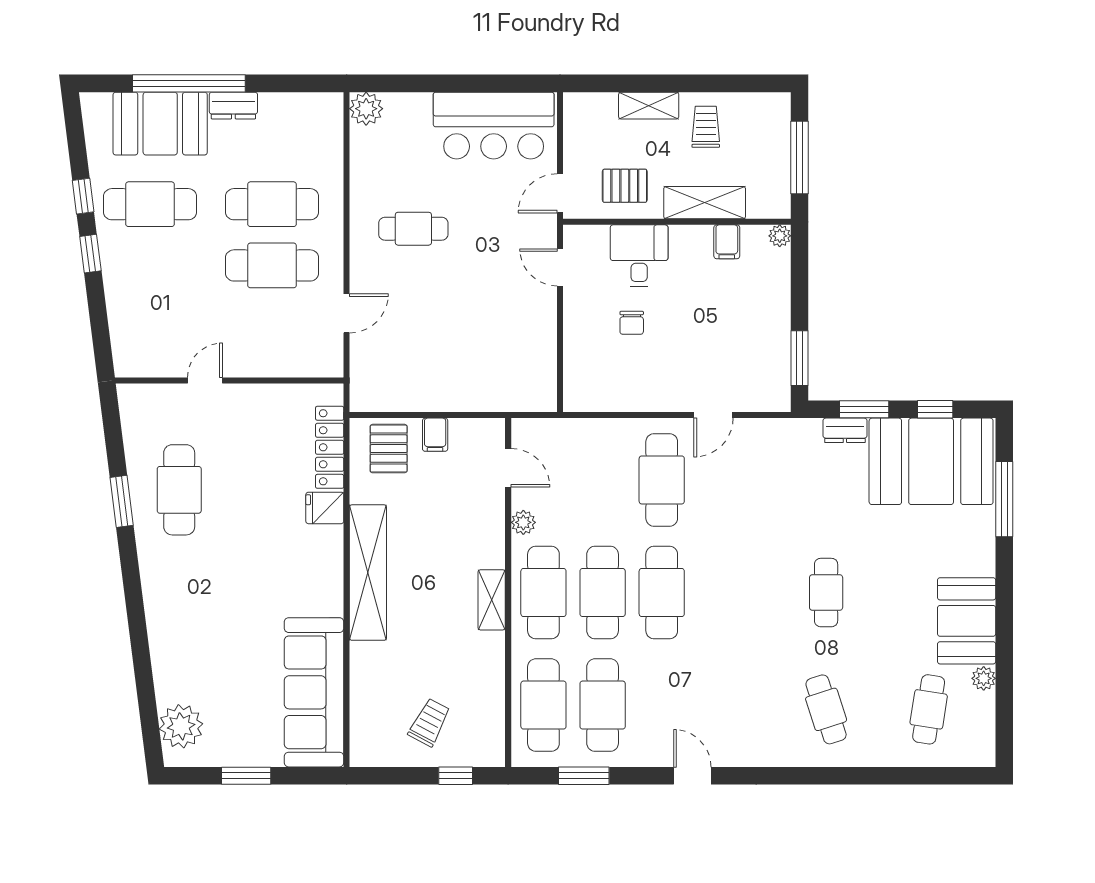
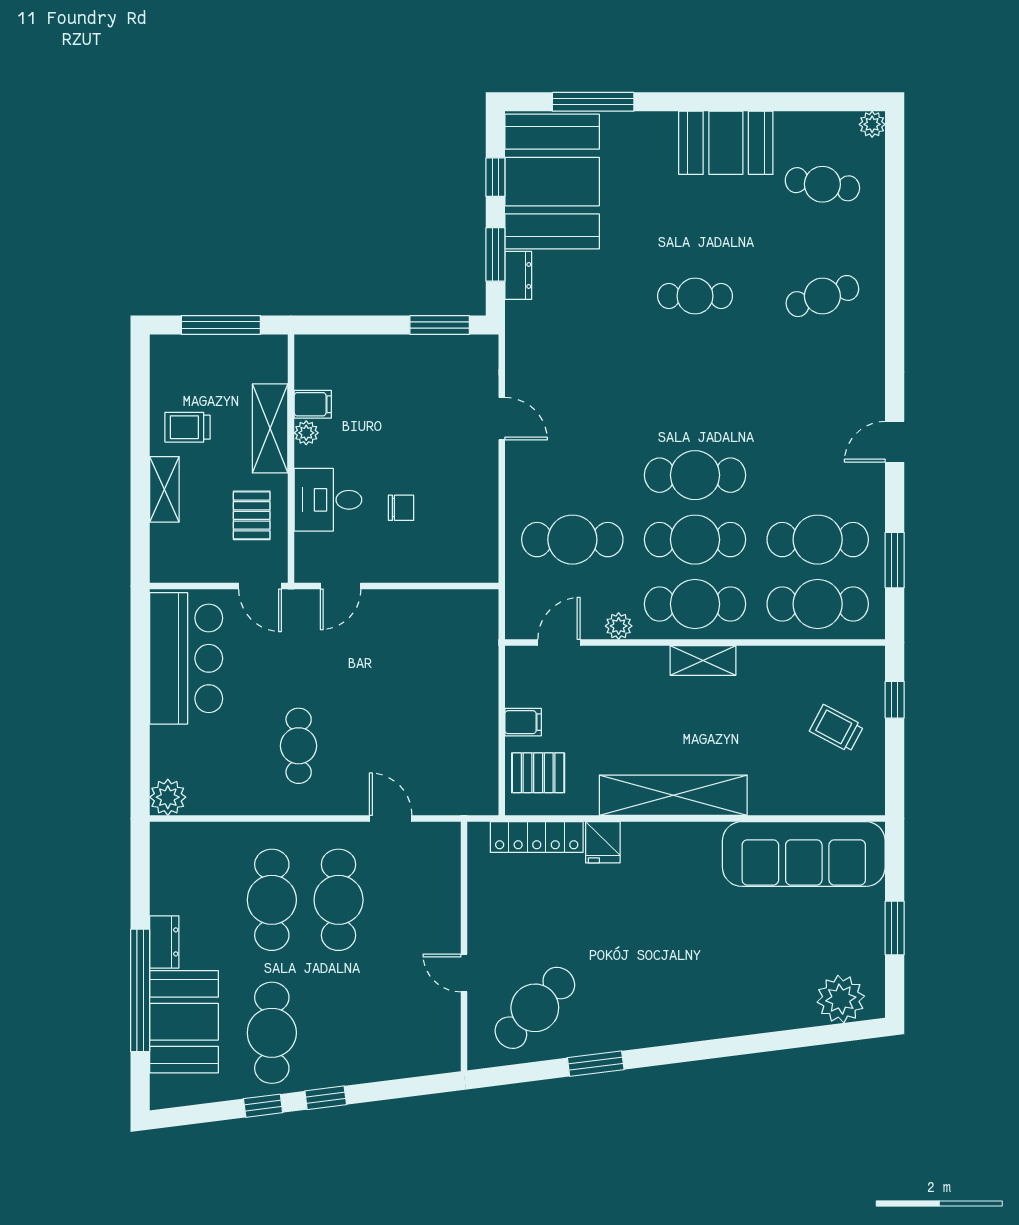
plant: (780, 236) -> (306, 433), moved
cafe table: (662, 480) -> (572, 540), moved
cafe table: (179, 490) -> (535, 1008), moved, turned -46
plant: (984, 678) -> (872, 124), moved

